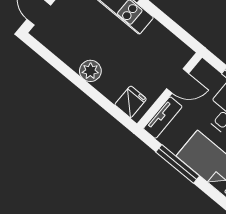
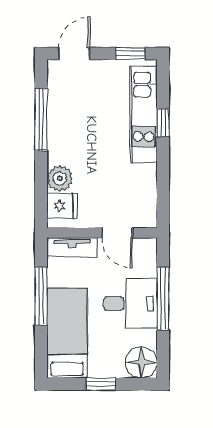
window: (64, 69) -> (41, 119), added
plant: (90, 71) -> (60, 178), moved

